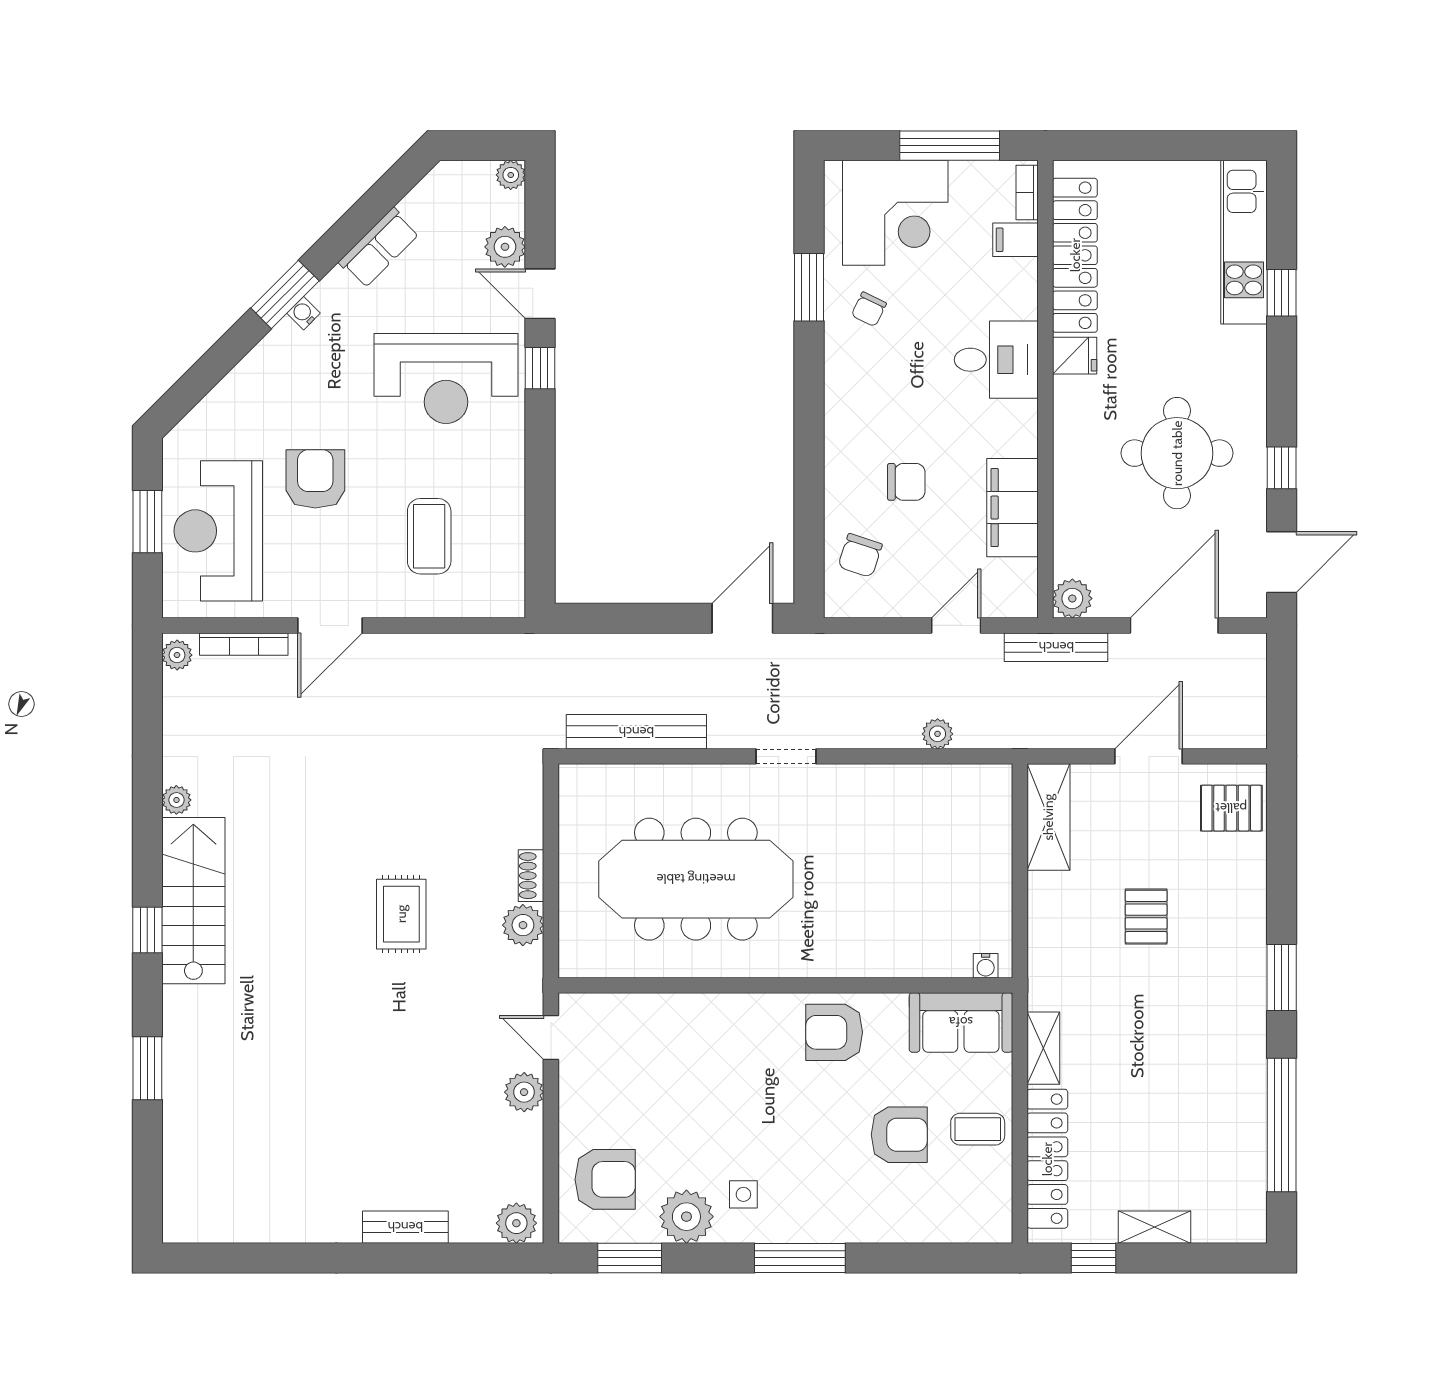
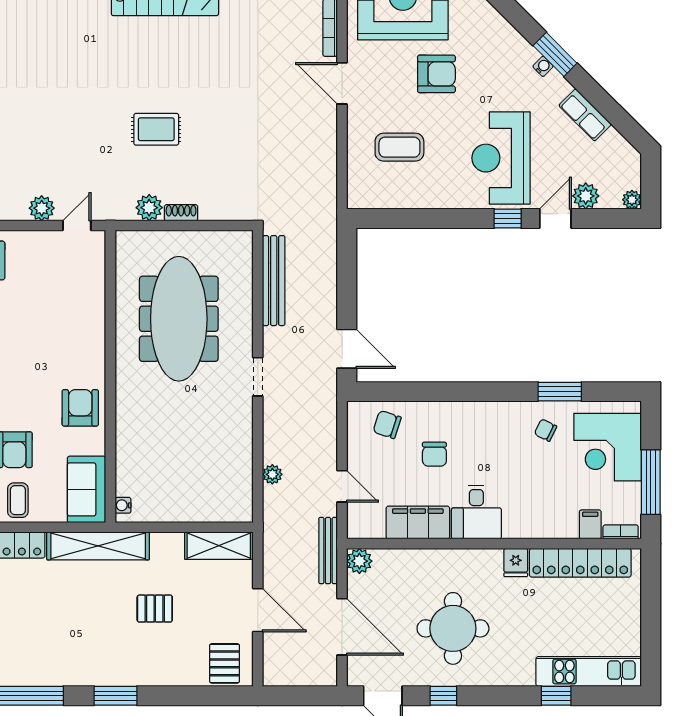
desk: (996, 360) -> (476, 512), moved
shelving: (1043, 1048) -> (98, 546), width x2.20, depth x1.33

